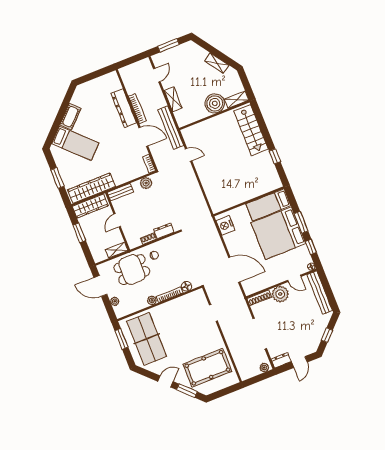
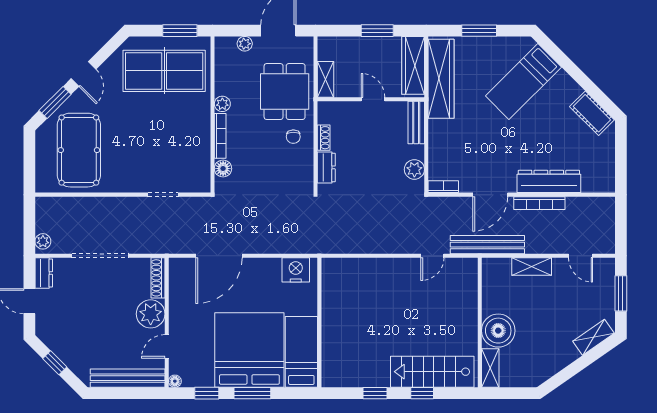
shelving: (217, 63) -> (593, 337), moved
cot: (70, 117) -> (592, 113), moved
window: (265, 131) -> (422, 393), added

